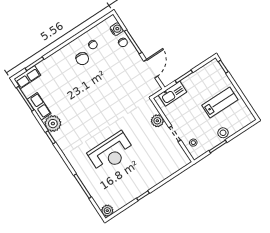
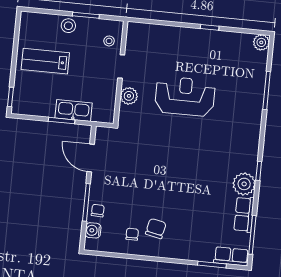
door: (151, 69) -> (91, 158), hinge flipped
kitchen sink: (173, 94) -> (74, 110), moved
reception desk: (111, 152) -> (185, 96), moved

